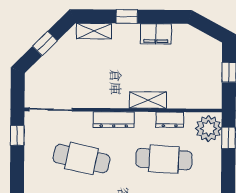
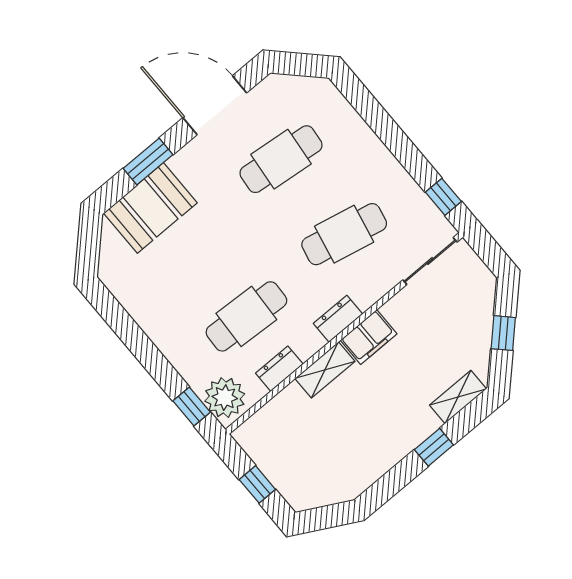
filing cabinet: (156, 34) -> (369, 337), moved, turned 180
dresser: (114, 120) -> (338, 319), width x0.70

